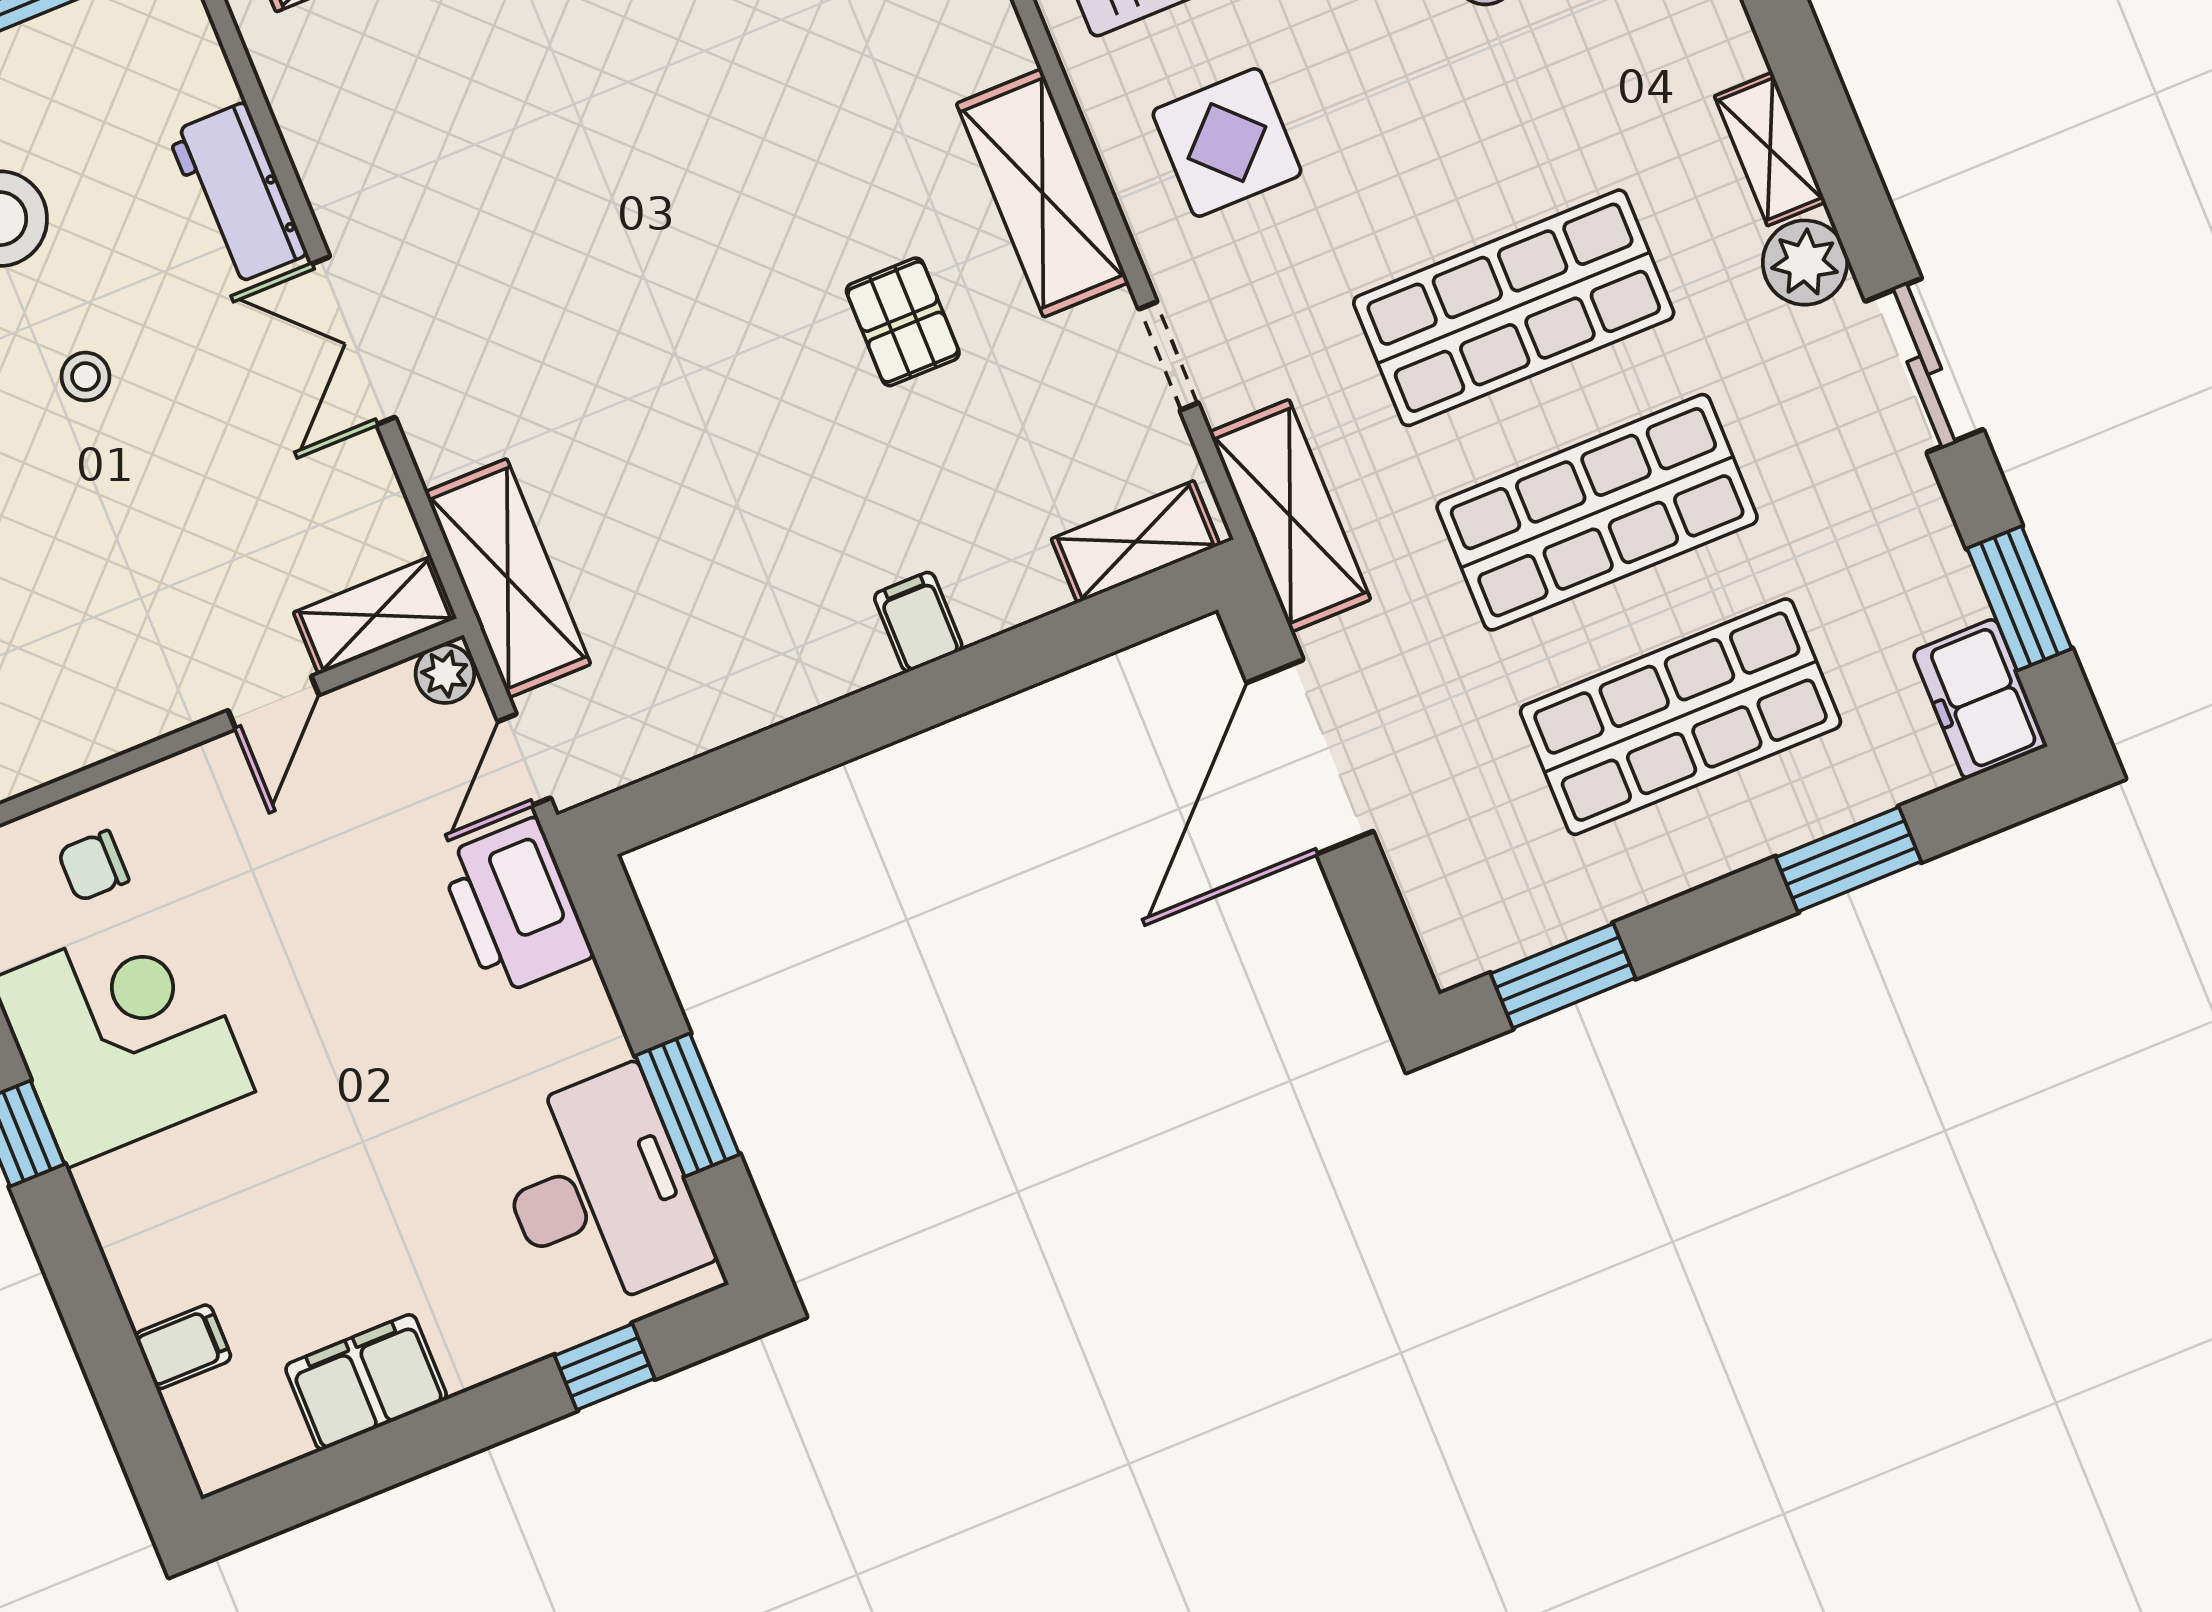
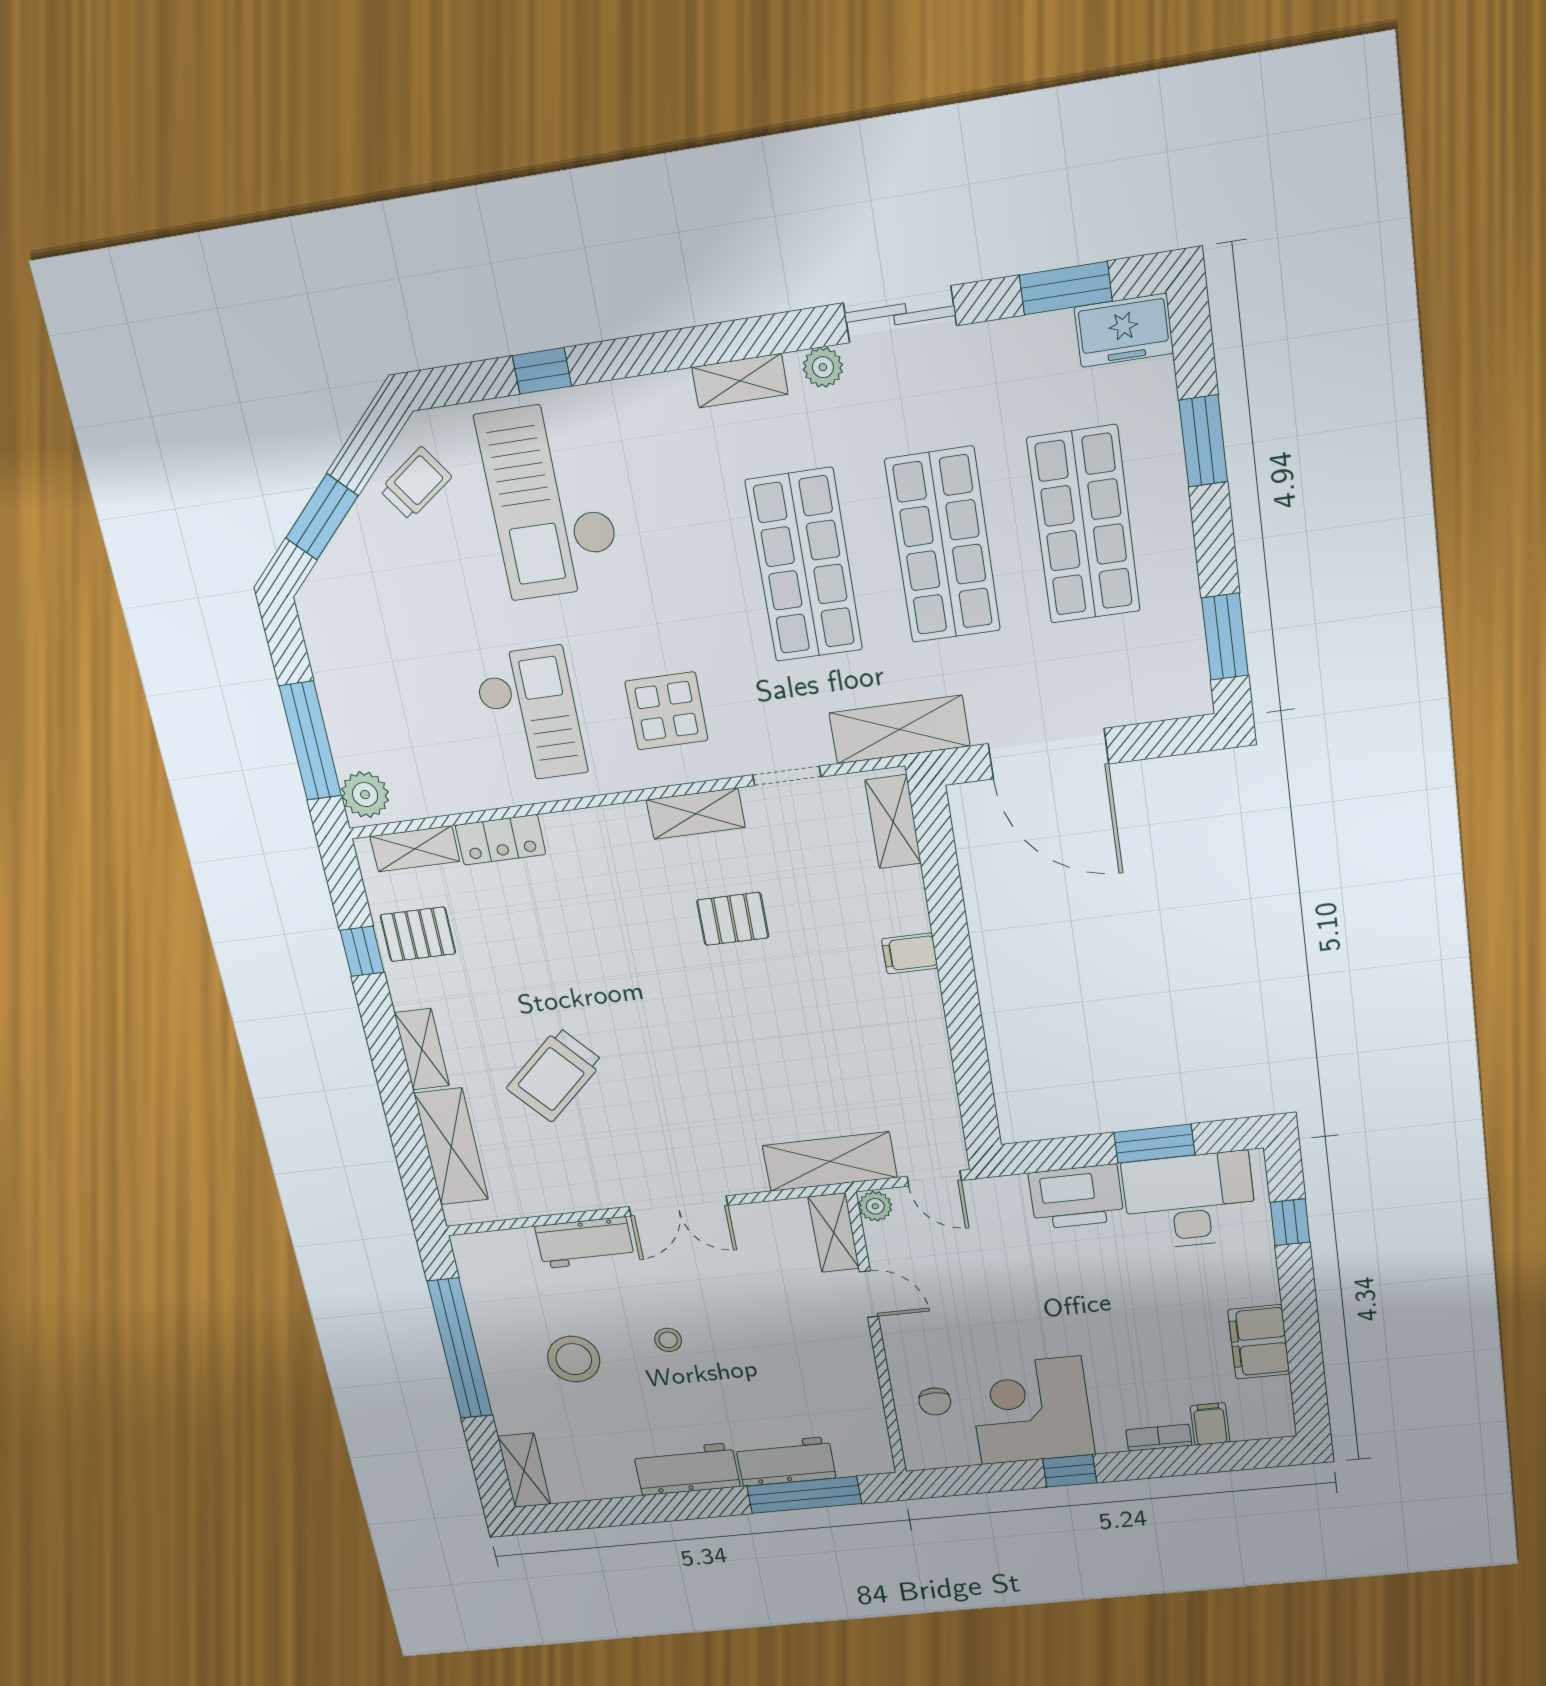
trolley: (544, 83) -> (555, 1075), added
shelving: (1043, 193) -> (696, 814), width x0.67, depth x0.75
plant: (1805, 263) -> (823, 367), width x0.73, depth x0.73
printer: (515, 907) -> (1076, 1197), moved
bookcase: (131, 1268) -> (1159, 1438), added

